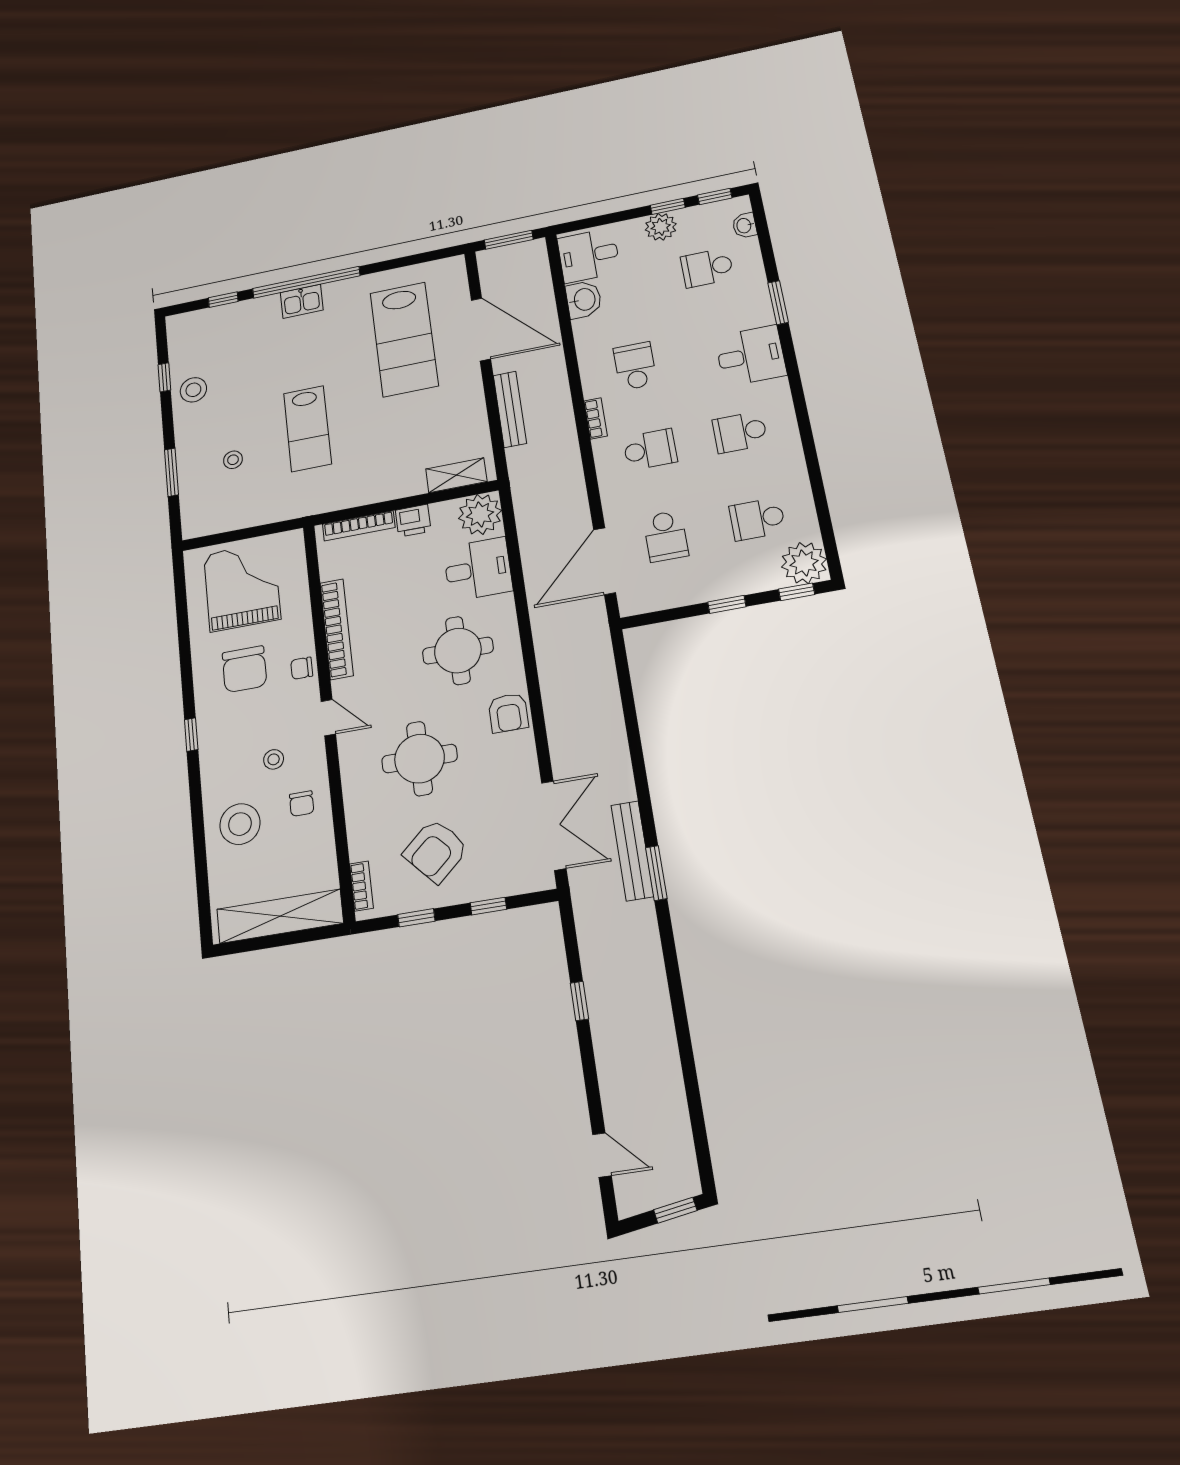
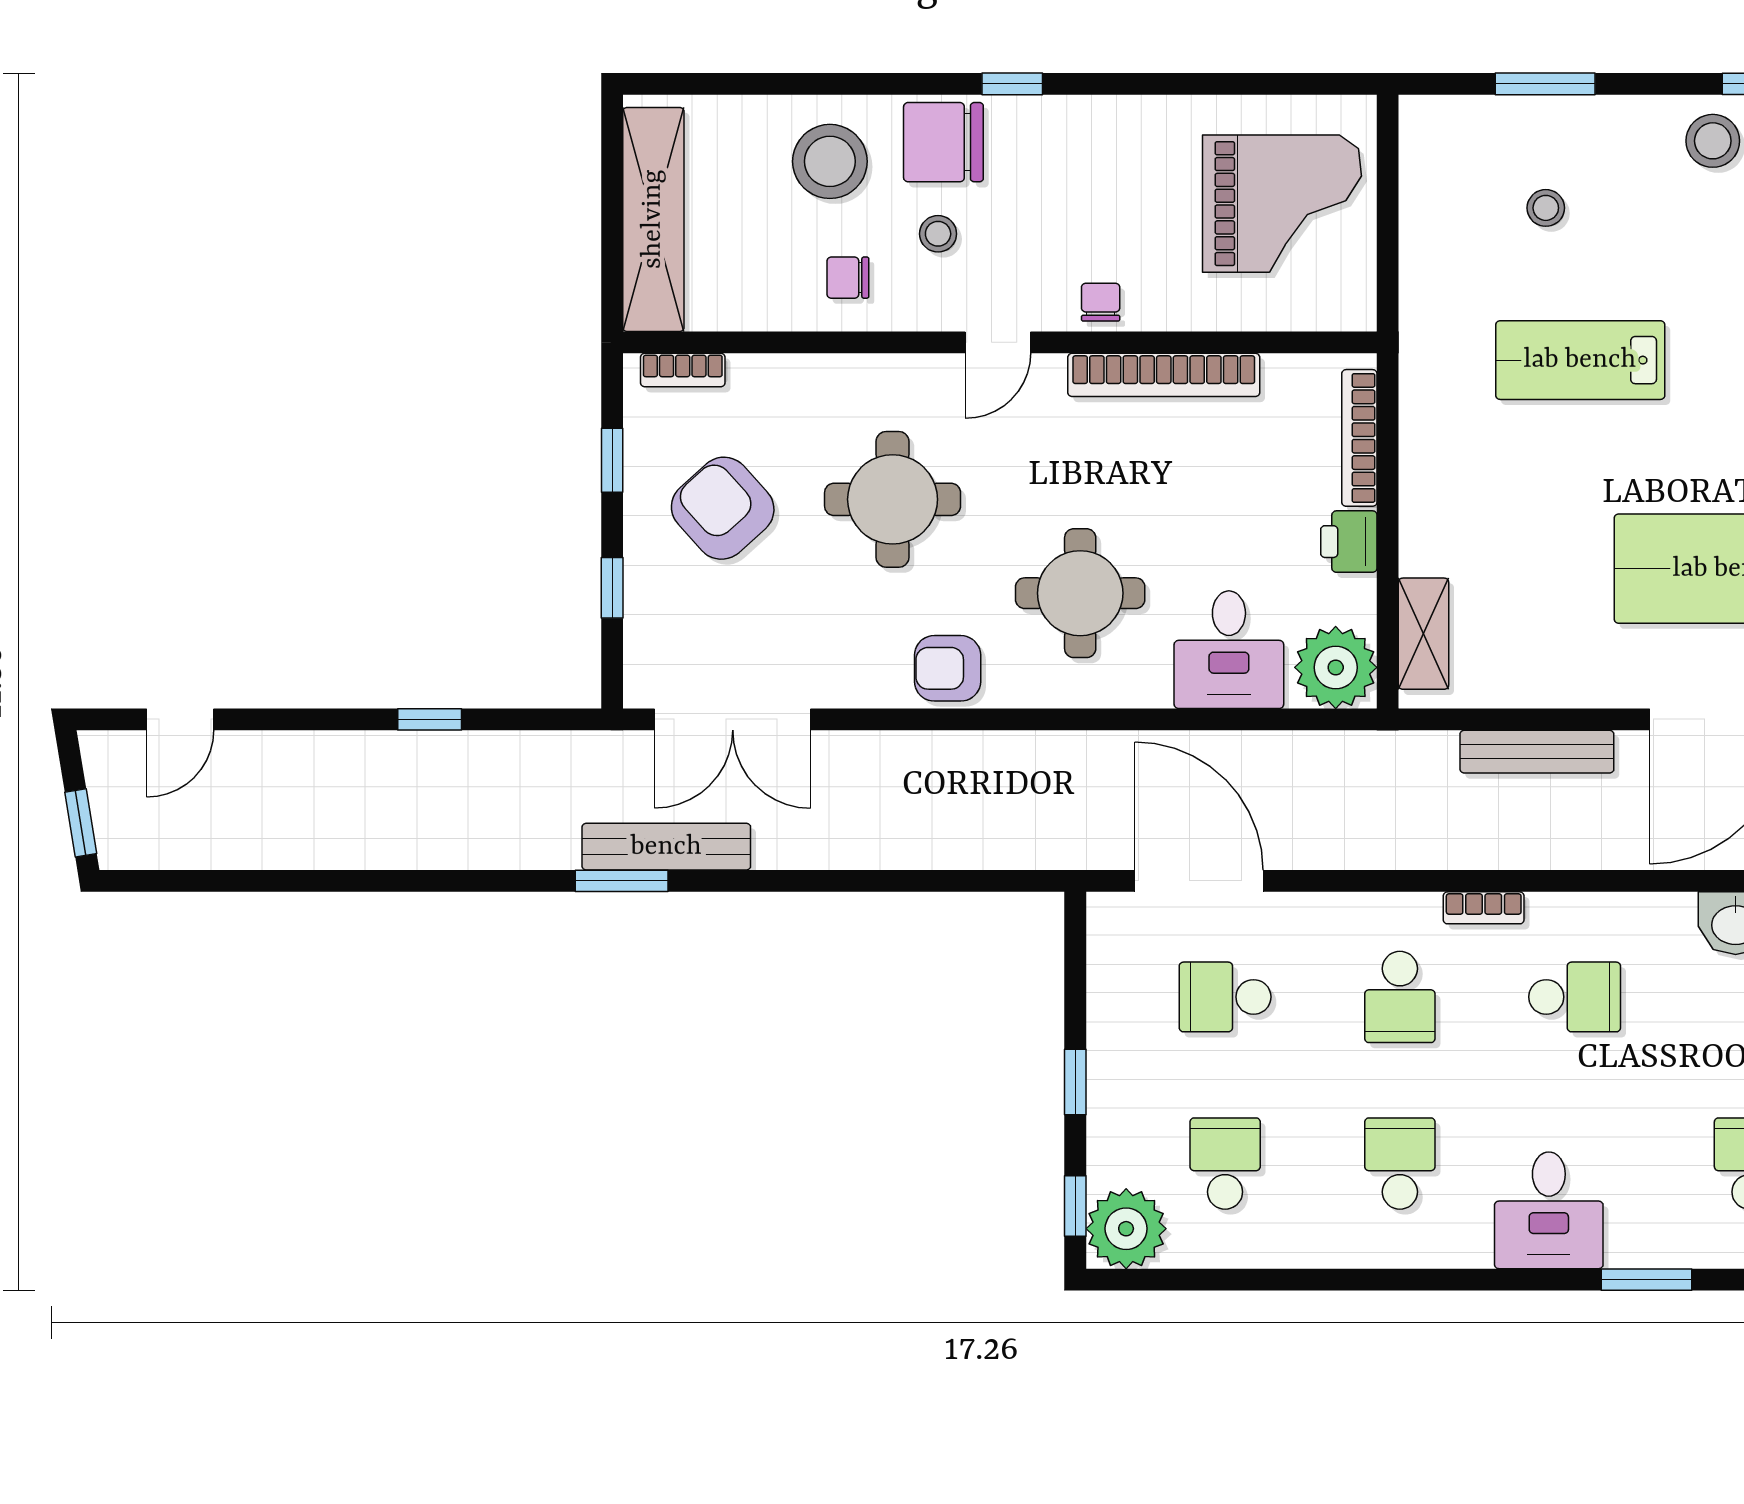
chair: (244, 669) -> (943, 142), moved

